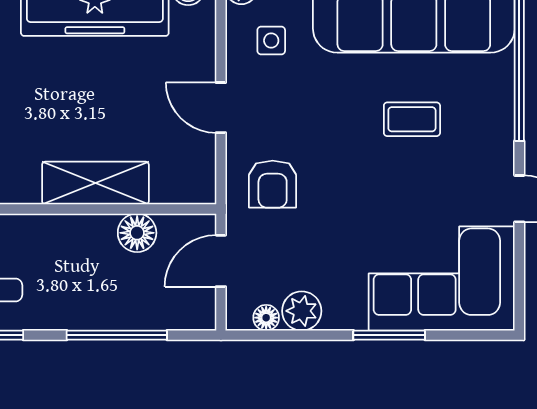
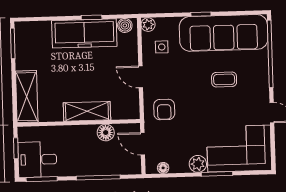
door: (221, 261) -> (143, 144), hinge flipped
plant: (302, 311) -> (198, 164), moved

